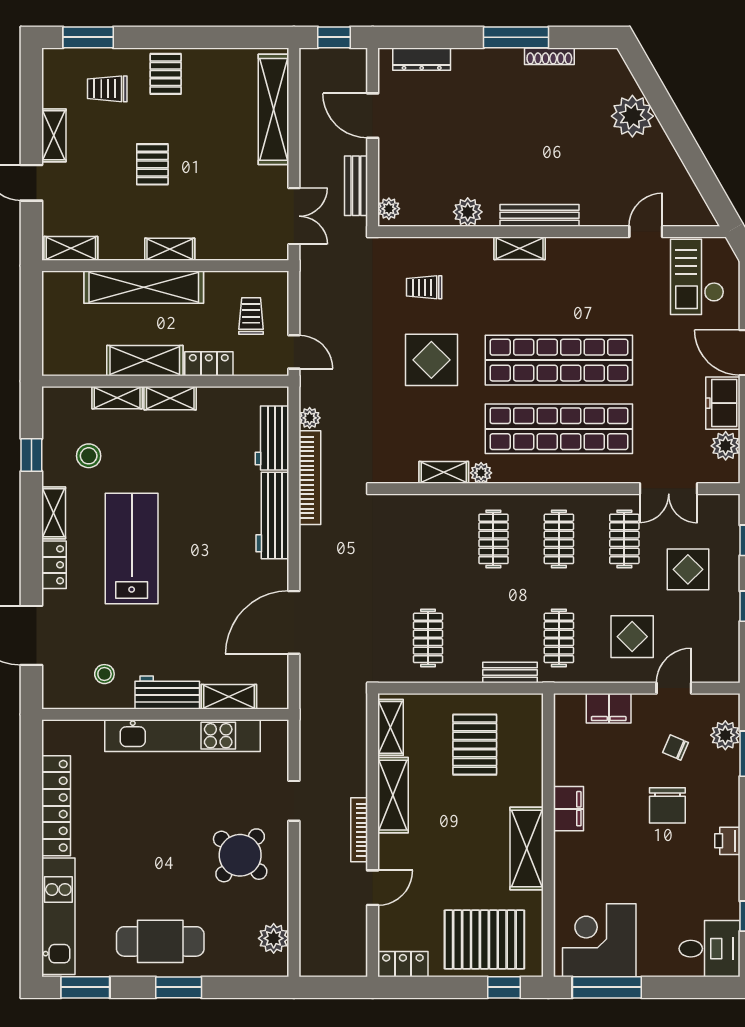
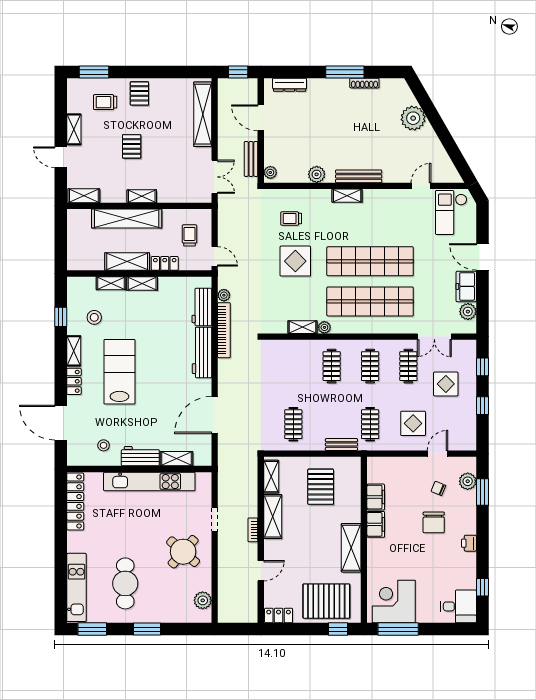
filing cabinet: (609, 708) -> (376, 497), moved, turned -90
locker: (56, 806) -> (75, 501), moved
bookcase: (359, 830) -> (253, 530), width x0.64
cafe table: (160, 941) -> (125, 583), moved, turned 90

